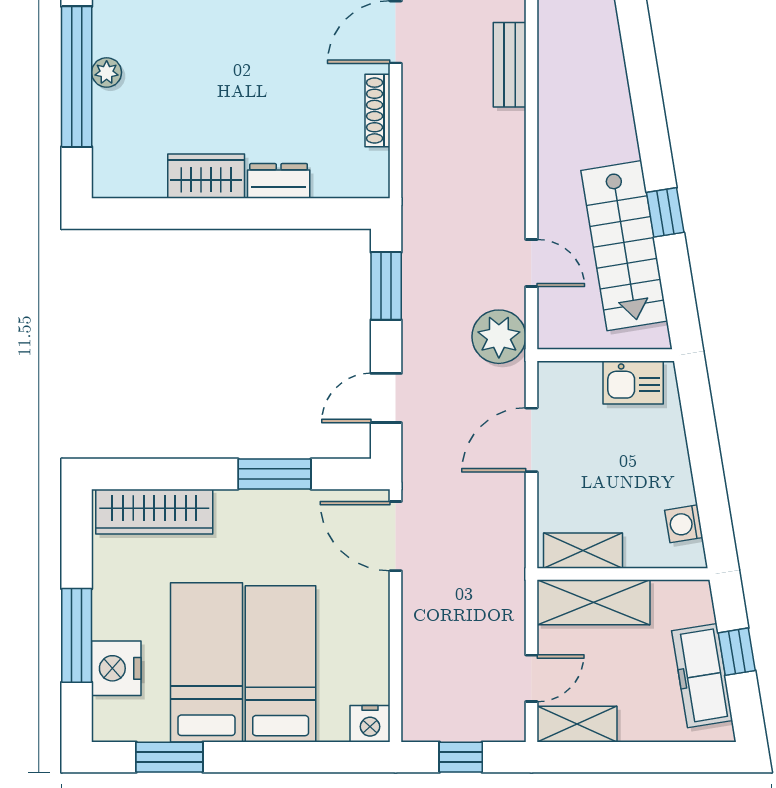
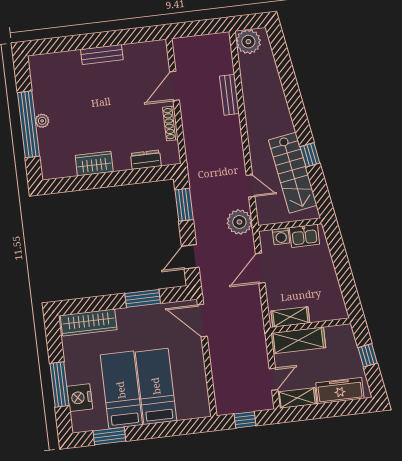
dresser: (279, 181) -> (146, 160), moved
washing machine: (684, 524) -> (281, 236), moved, turned -81
freezer: (702, 676) -> (340, 391), moved, turned 99
nightstand: (370, 724) -> (201, 409), removed

